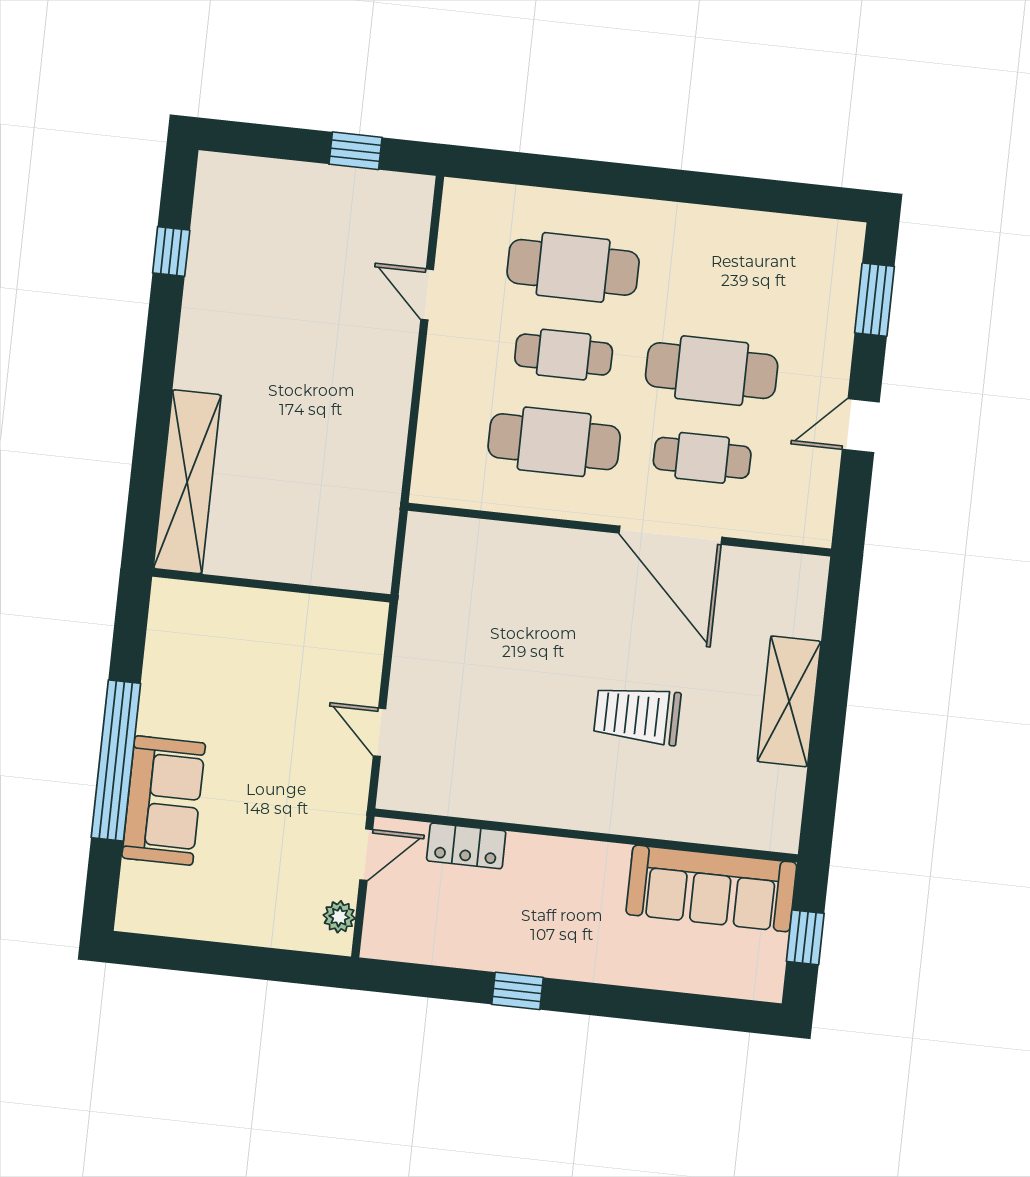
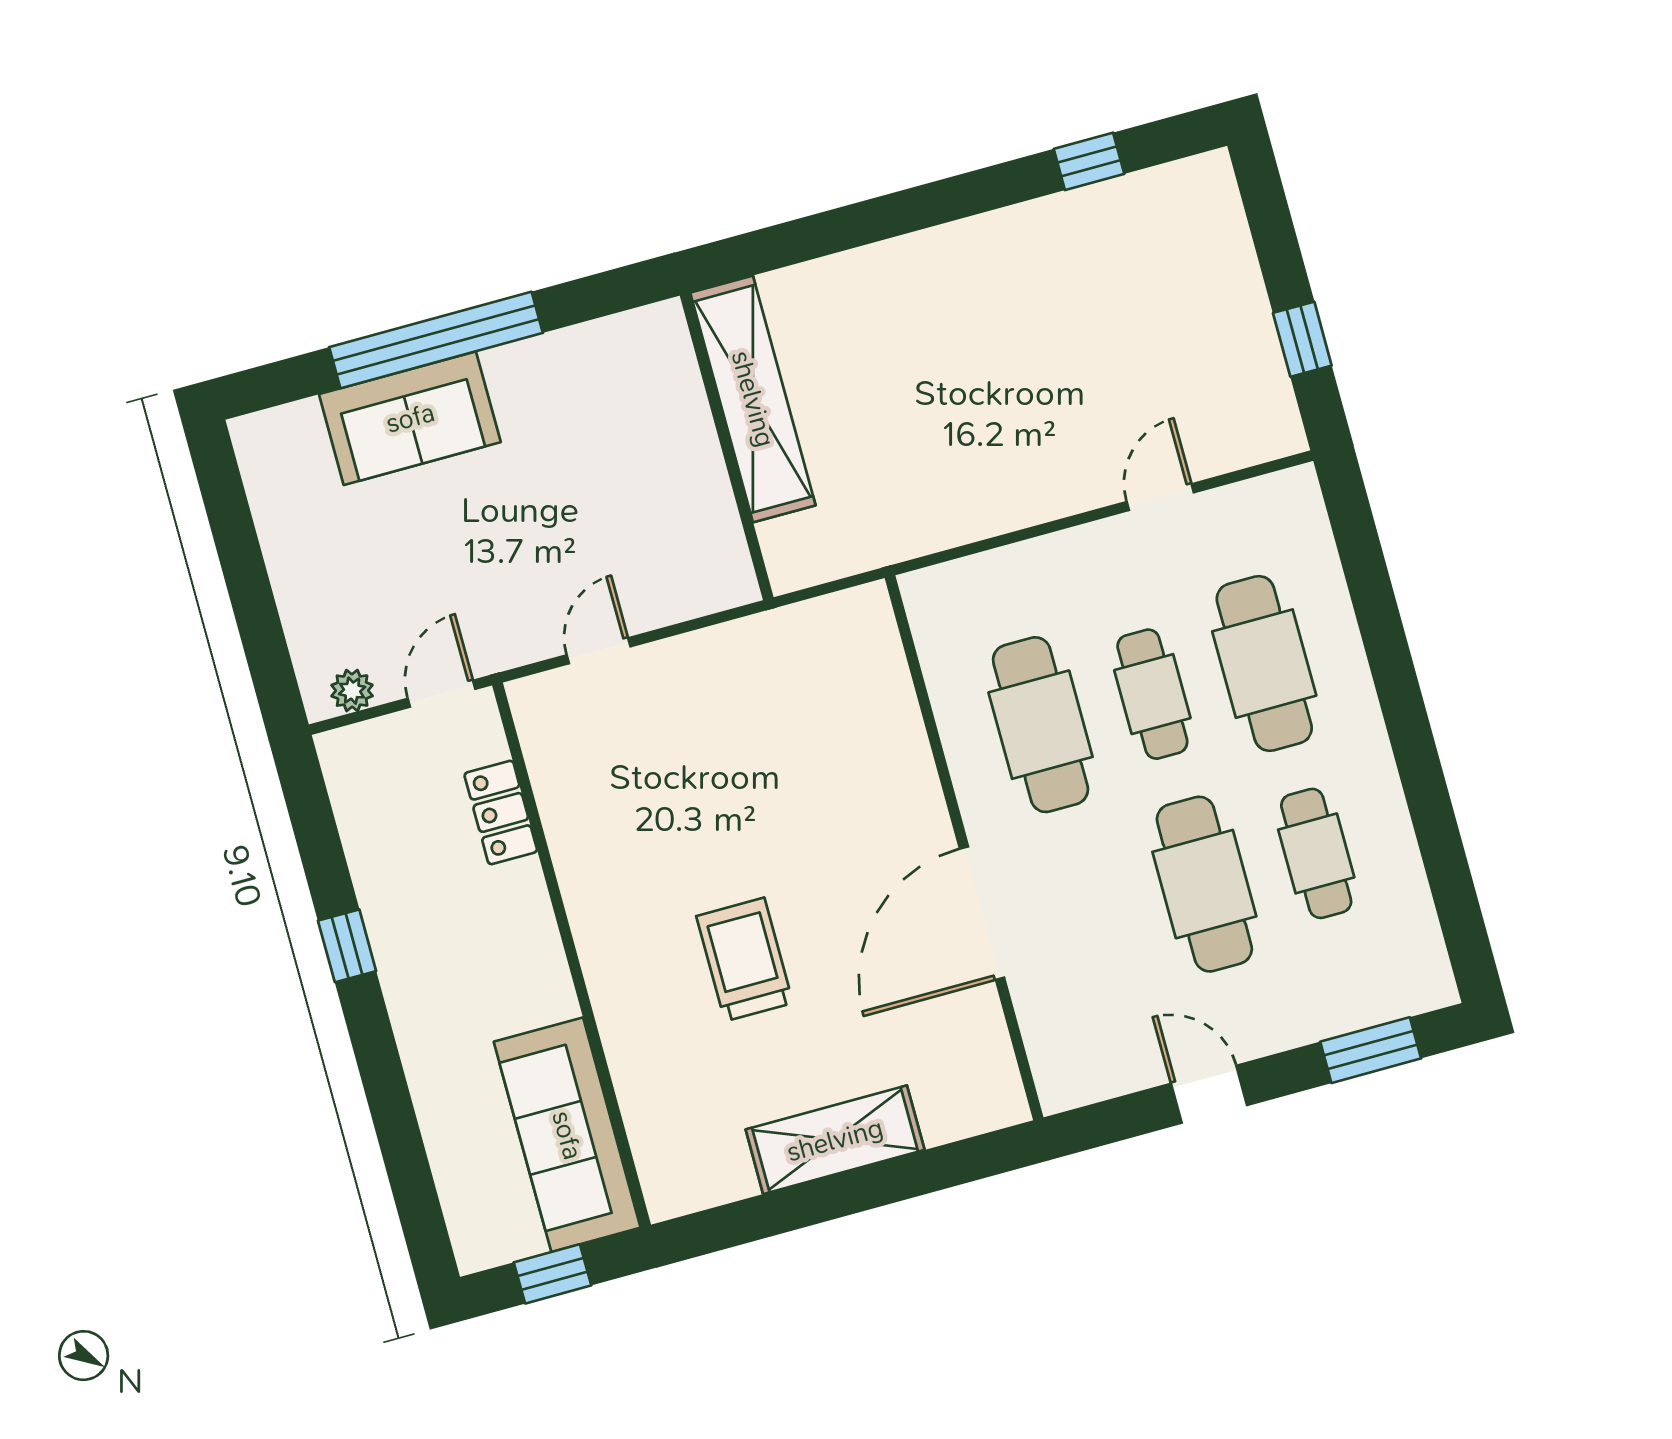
cafe table: (702, 458) -> (1316, 853), moved
shelving: (187, 482) -> (753, 399), moved, turned 90
door: (366, 855) -> (441, 694), swing flipped

